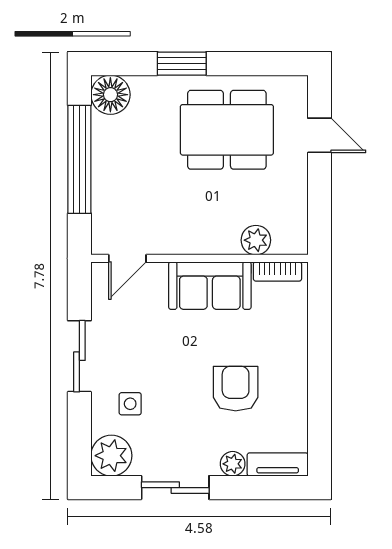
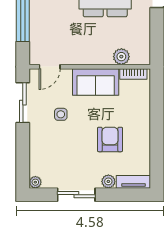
sliding door: (79, 356) -> (23, 103), moved
side table: (130, 404) -> (61, 114), moved
plant: (111, 456) -> (35, 182), width x0.53, depth x0.53

